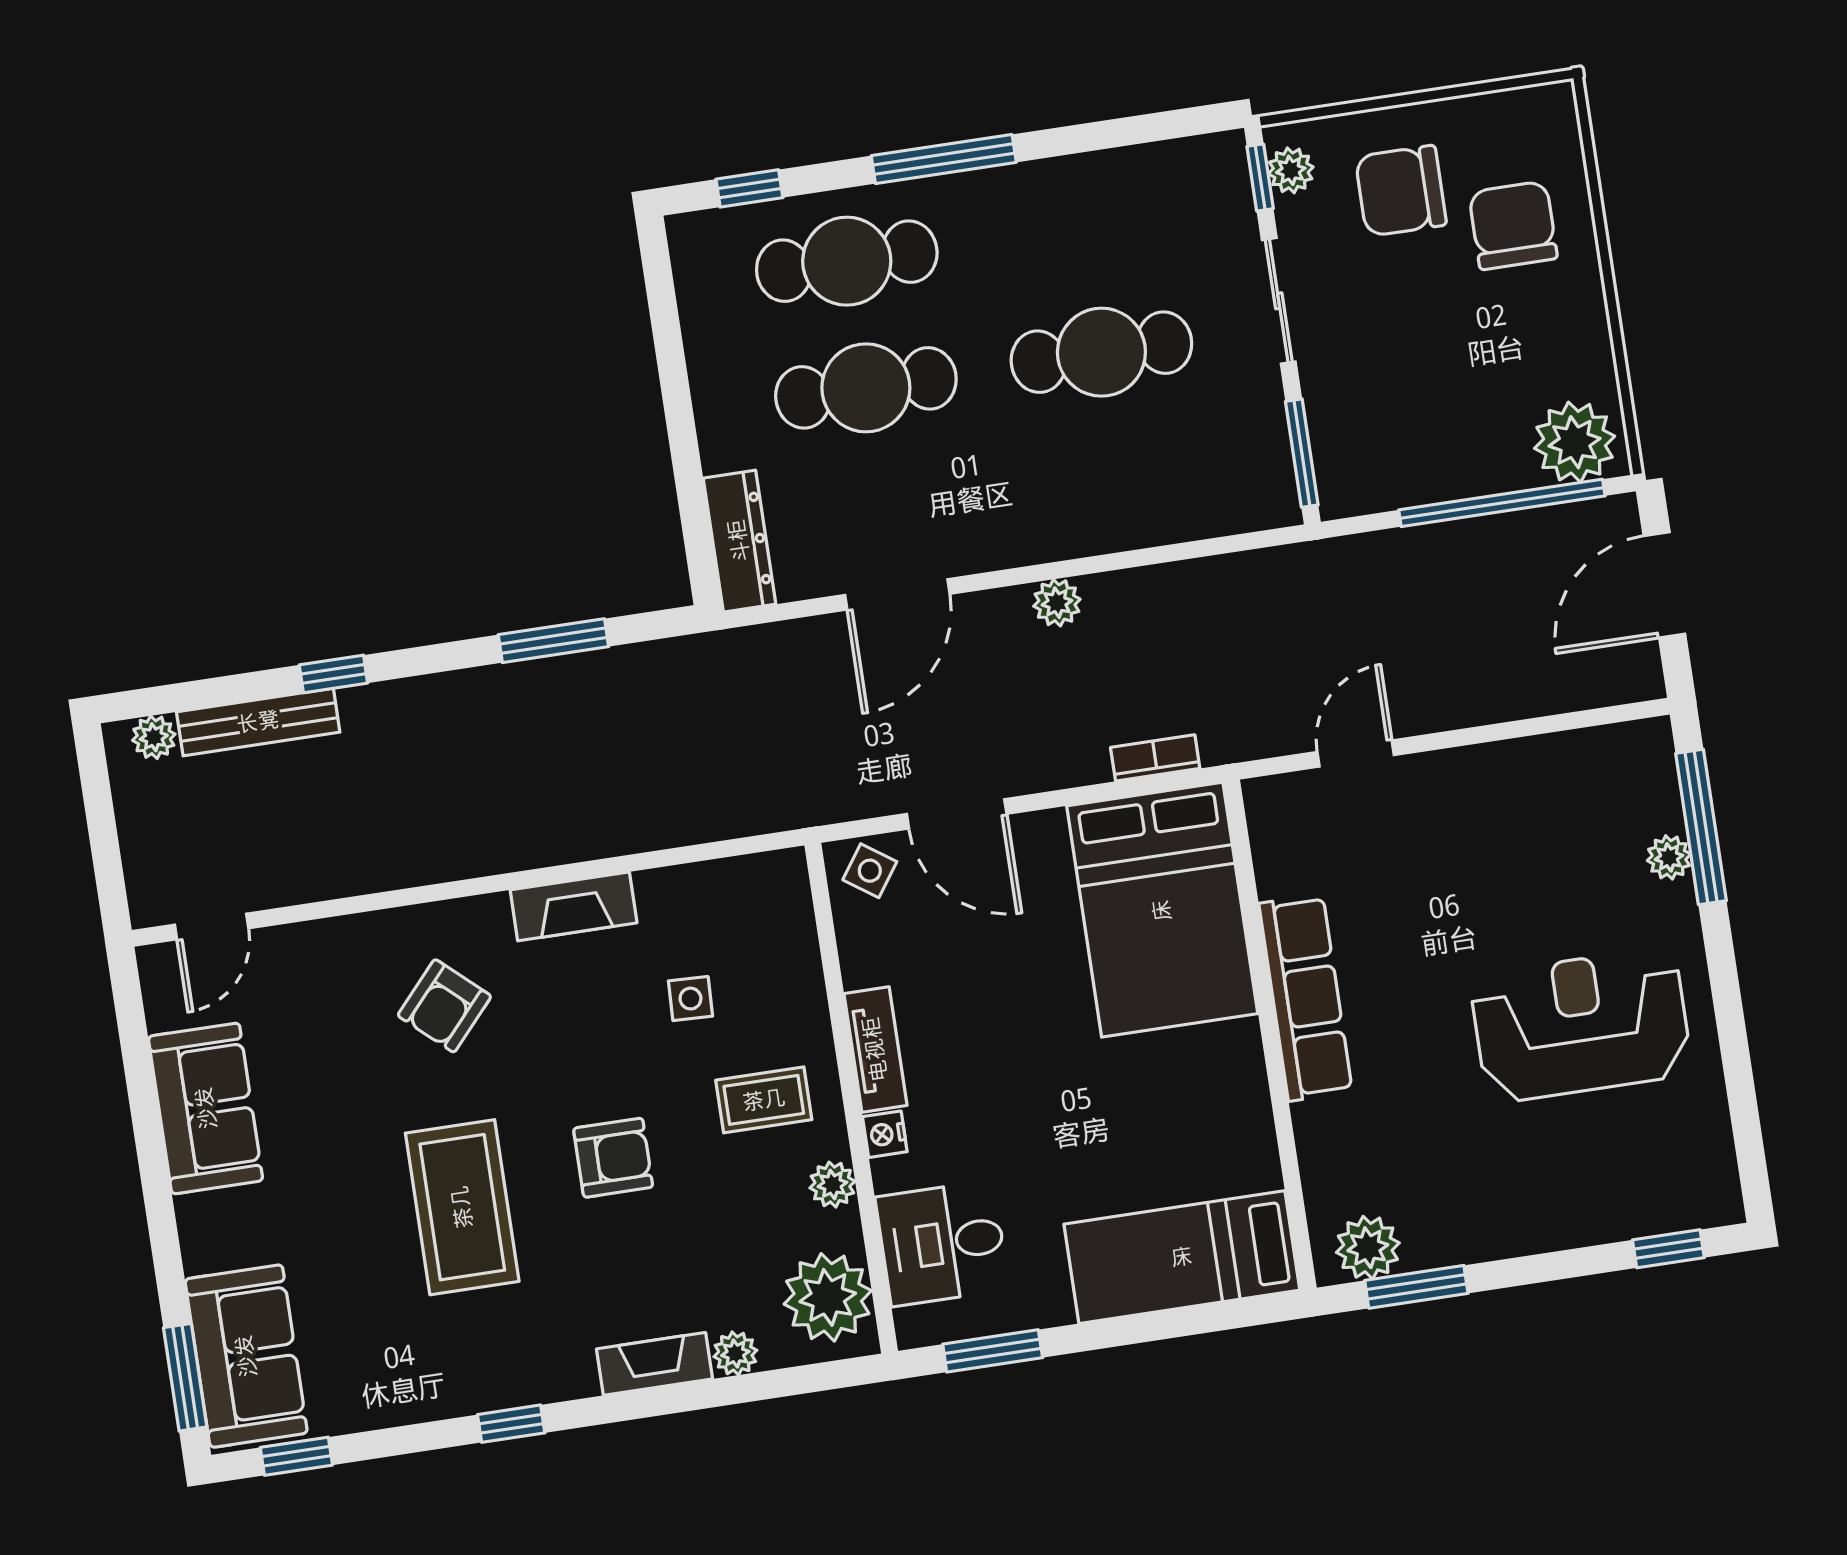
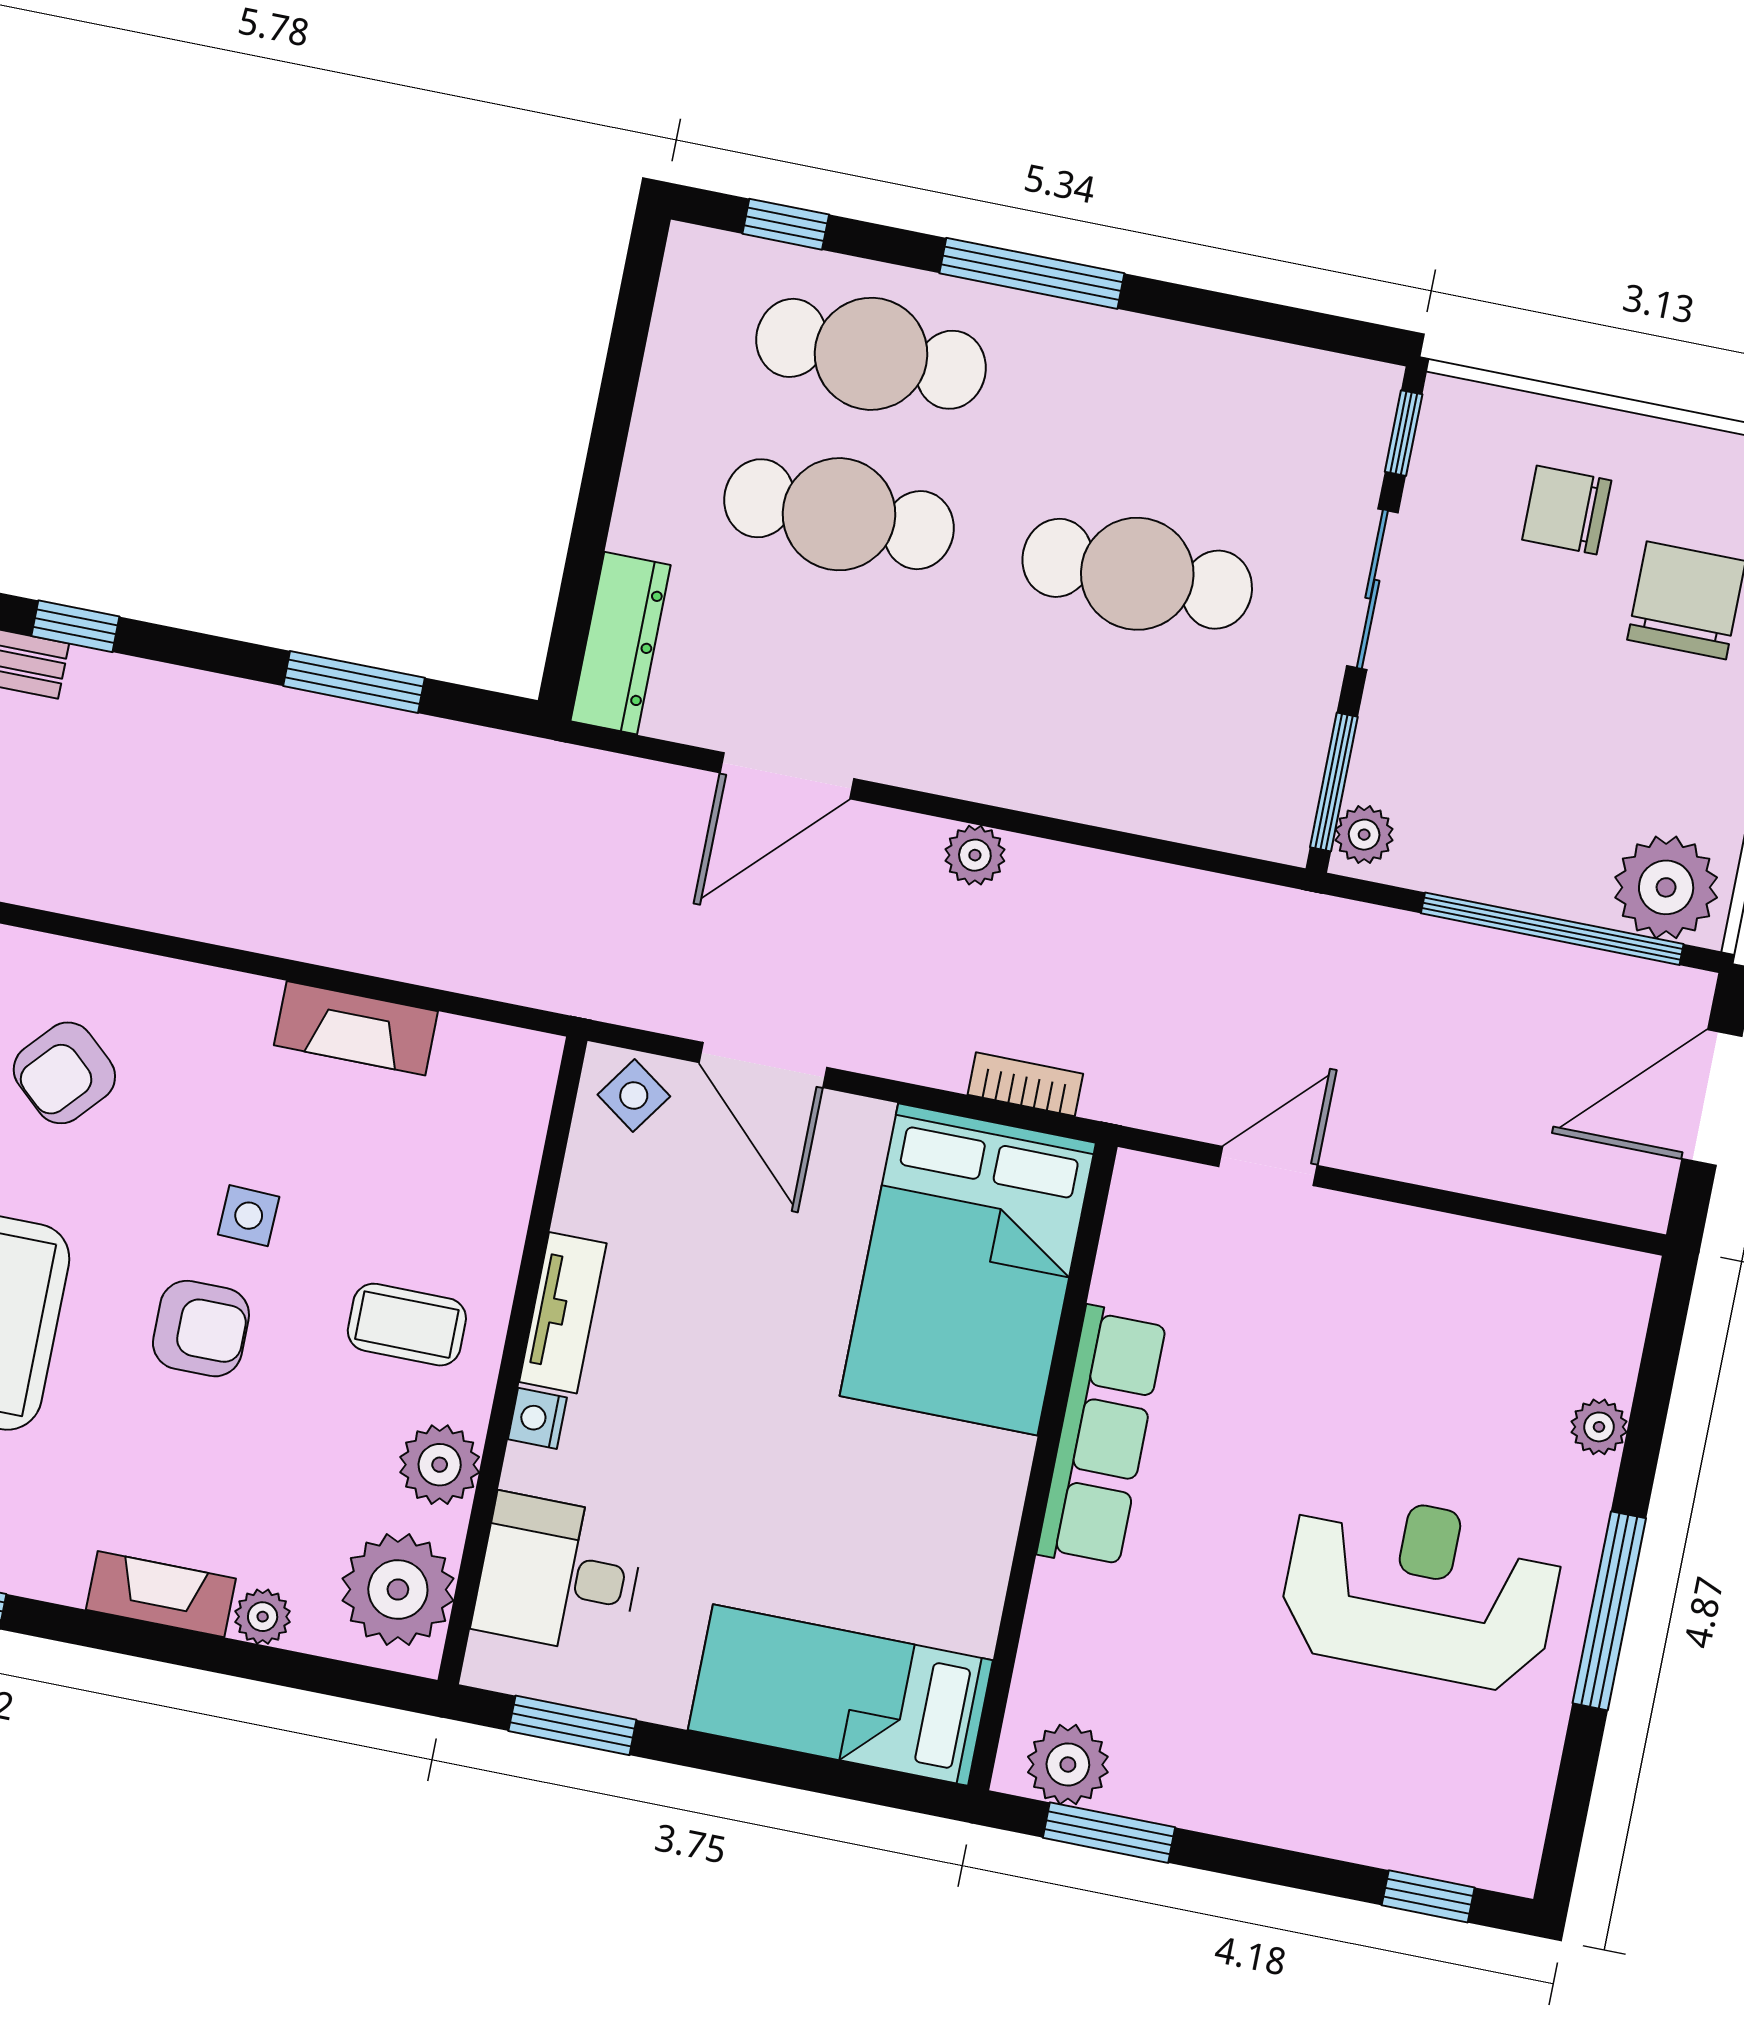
plant: (1291, 170) -> (1364, 835), moved
chair: (1401, 191) -> (1567, 510), width x0.73, depth x0.73
window: (1701, 827) -> (1609, 1611), moved
fireplace: (574, 906) -> (356, 1028), moved
side table: (690, 999) -> (249, 1216), moved
plant: (832, 1185) -> (440, 1465), width x1.38, depth x1.38

